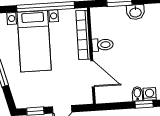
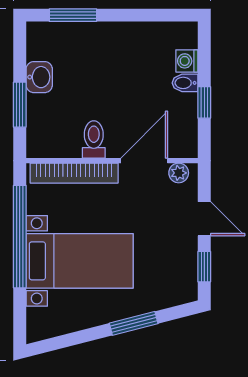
plant: (87, 93) -> (179, 173), added
window: (144, 104) -> (204, 102), moved

